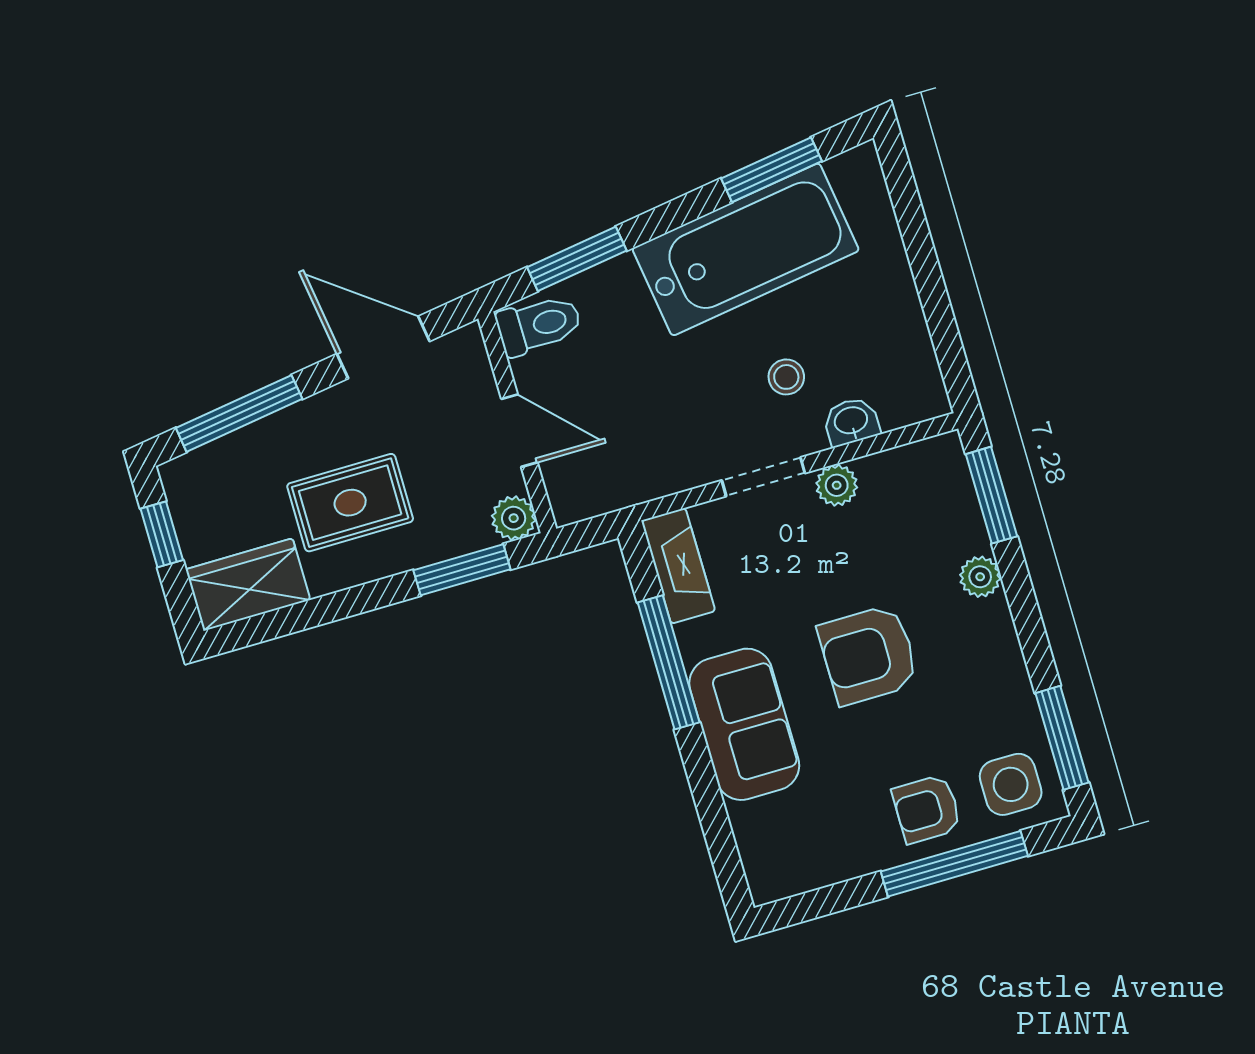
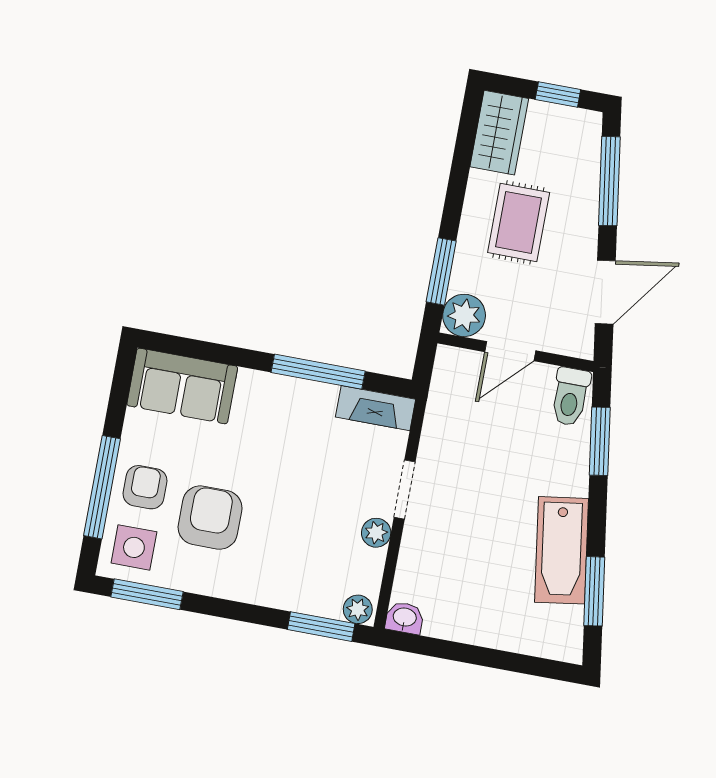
bathtub: (746, 249) -> (562, 550), width x0.73, depth x0.73
stool: (786, 377) -> (460, 535), removed
washbasin: (851, 421) -> (405, 618), moved, turned -90
plant: (514, 518) -> (464, 315), width x1.38, depth x1.38
plant: (980, 577) -> (358, 609), moved
armchair: (868, 655) -> (210, 518), moved
sofa: (744, 724) -> (182, 386), moved

